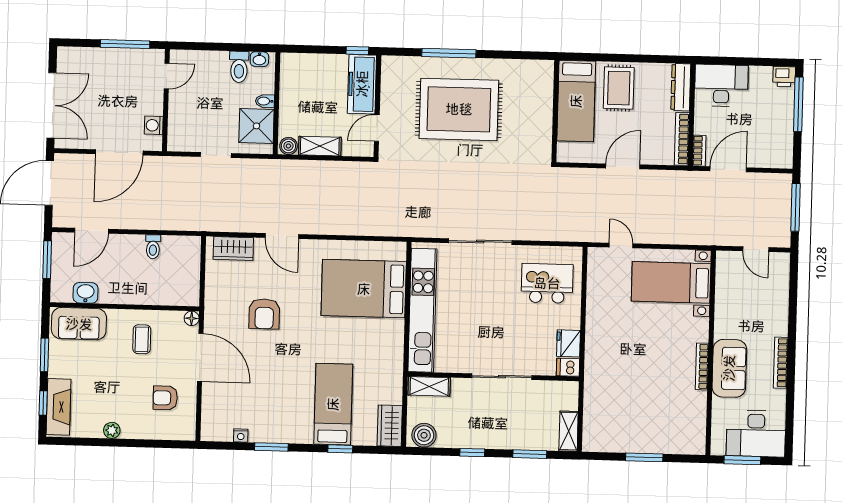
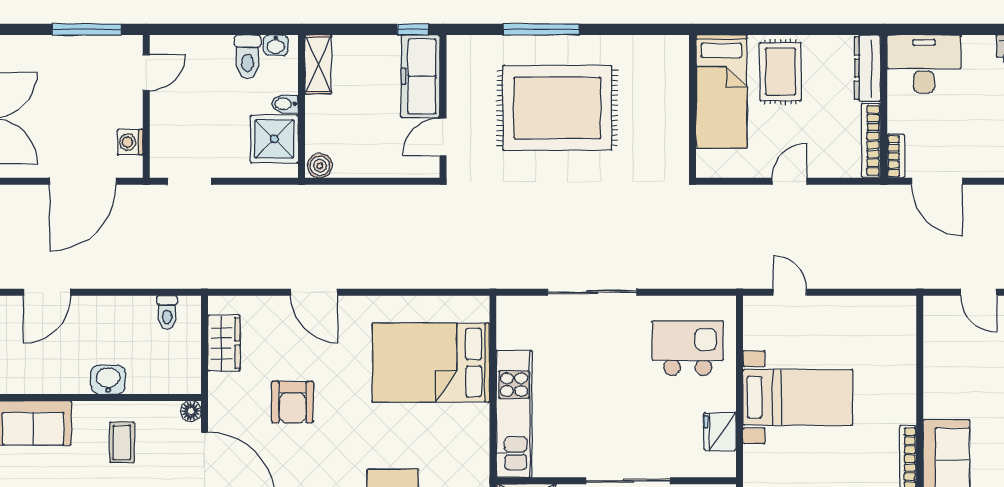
shelving: (320, 146) -> (318, 64), moved, turned 90
doorway: (216, 155) -> (189, 181), moved
door: (623, 166) -> (789, 181), width x0.73
door: (728, 169) -> (937, 181), swing flipped
toilet: (153, 247) -> (167, 312), moved
wardrobe: (233, 249) -> (224, 343), moved, turned -90
bed with nightstands: (671, 282) -> (798, 397), moved, turned 180
washbasin: (86, 293) -> (108, 380), moved
kitchen unit: (422, 310) -> (514, 414), width x0.73
dishwasher: (568, 367) -> (720, 465), removed

